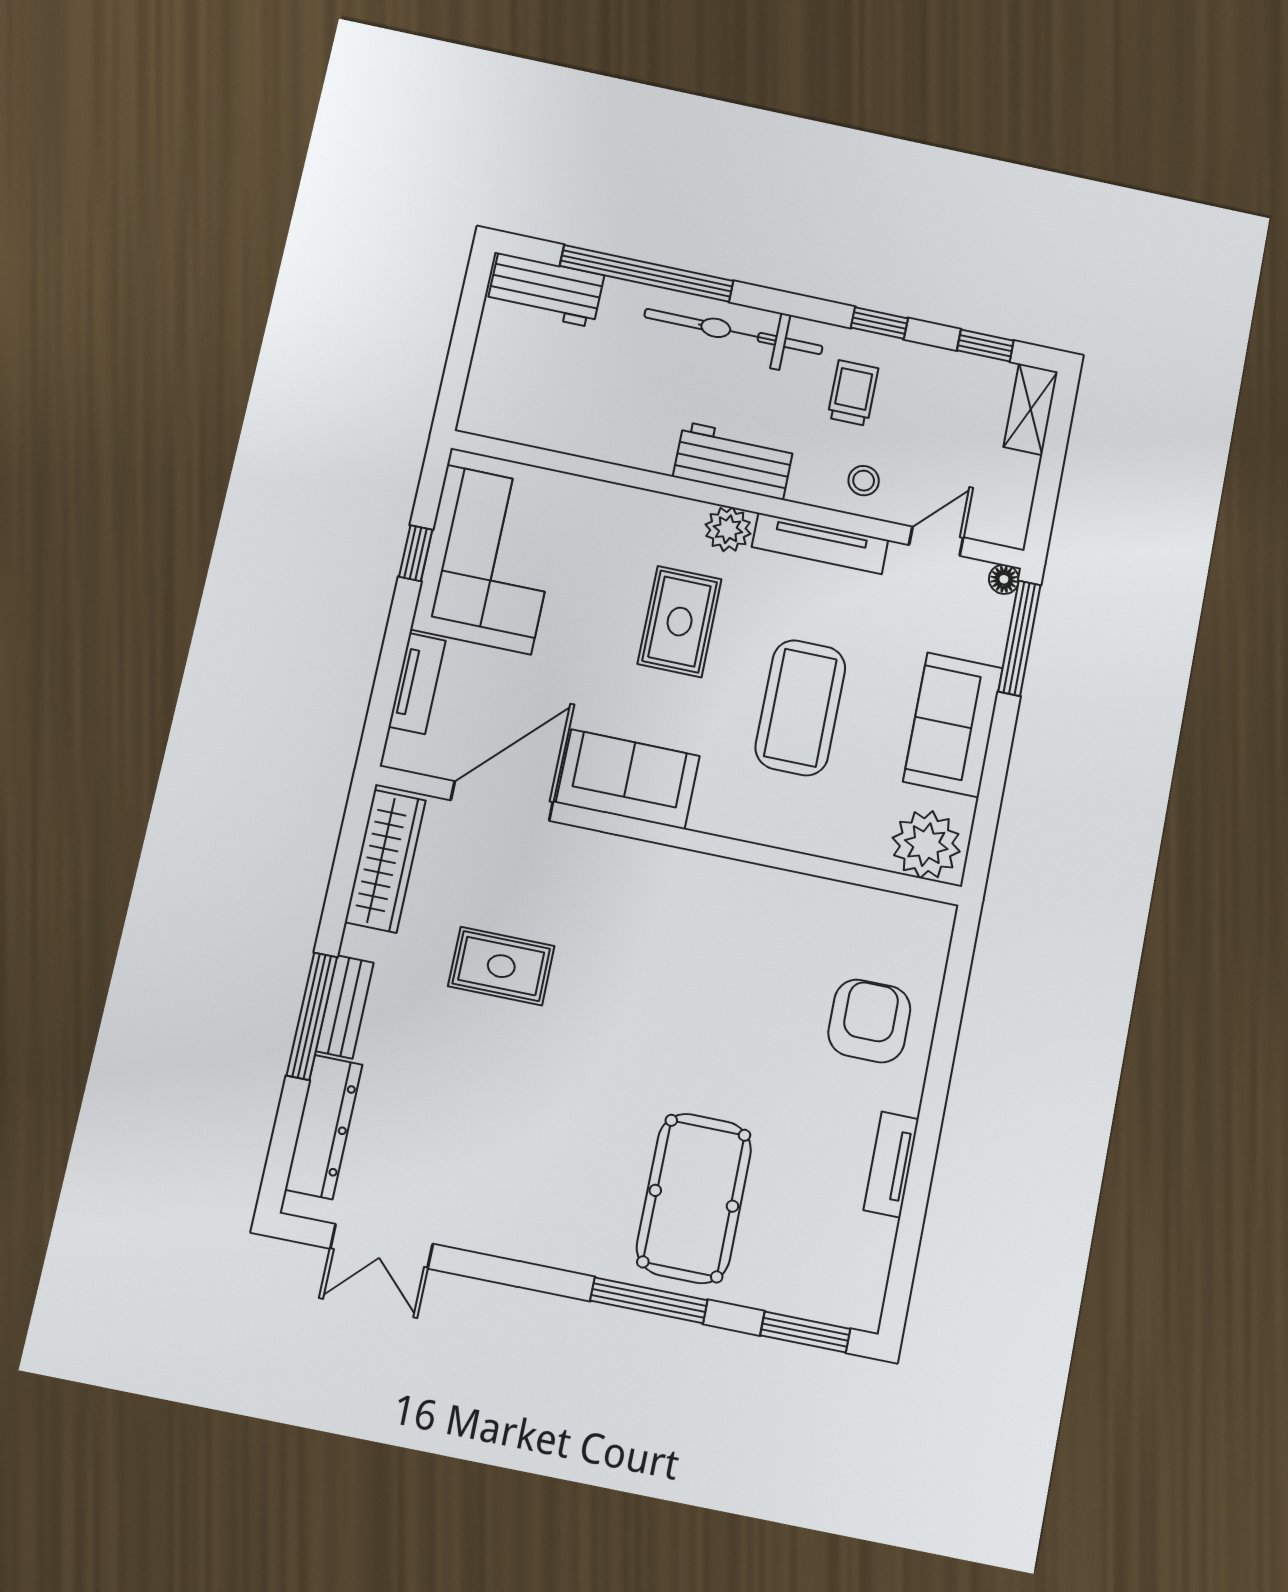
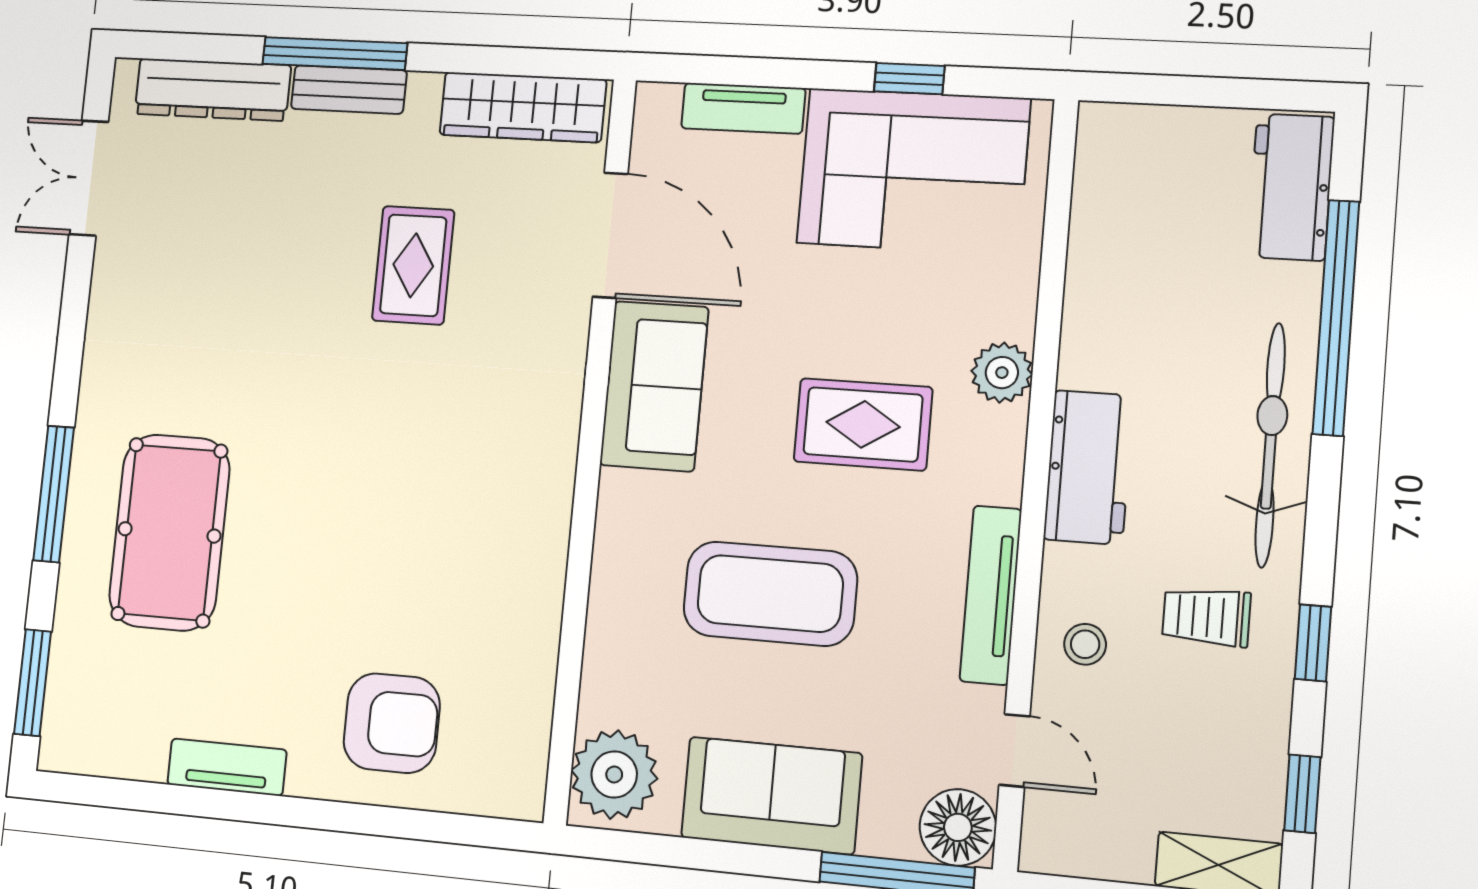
trolley: (853, 393) -> (1206, 617), turned 180
plant: (728, 529) -> (1002, 373), moved
floor lamp: (1004, 579) -> (958, 827), width x1.89, depth x1.89
pool table: (694, 1198) -> (169, 532), turned 90

